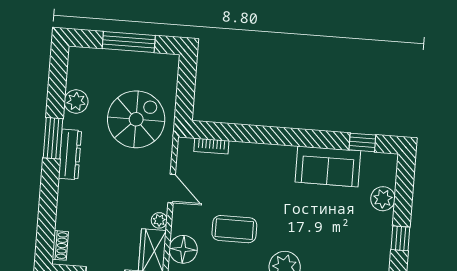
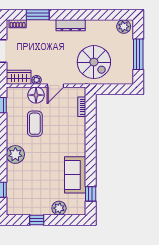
plant: (76, 101) -> (124, 27), moved
window: (53, 138) -> (38, 15), moved
floor lamp: (183, 249) -> (36, 95), moved

